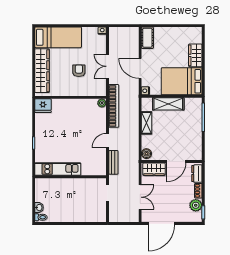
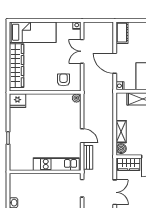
double door: (108, 66) -> (82, 51), moved
armchair: (79, 71) -> (63, 80), moved
bookcase: (114, 106) -> (88, 101), removed
shelving: (147, 123) -> (121, 132), moved
door: (108, 141) -> (82, 136), swing flipped
kitchen unit: (58, 169) -> (56, 164), moved

